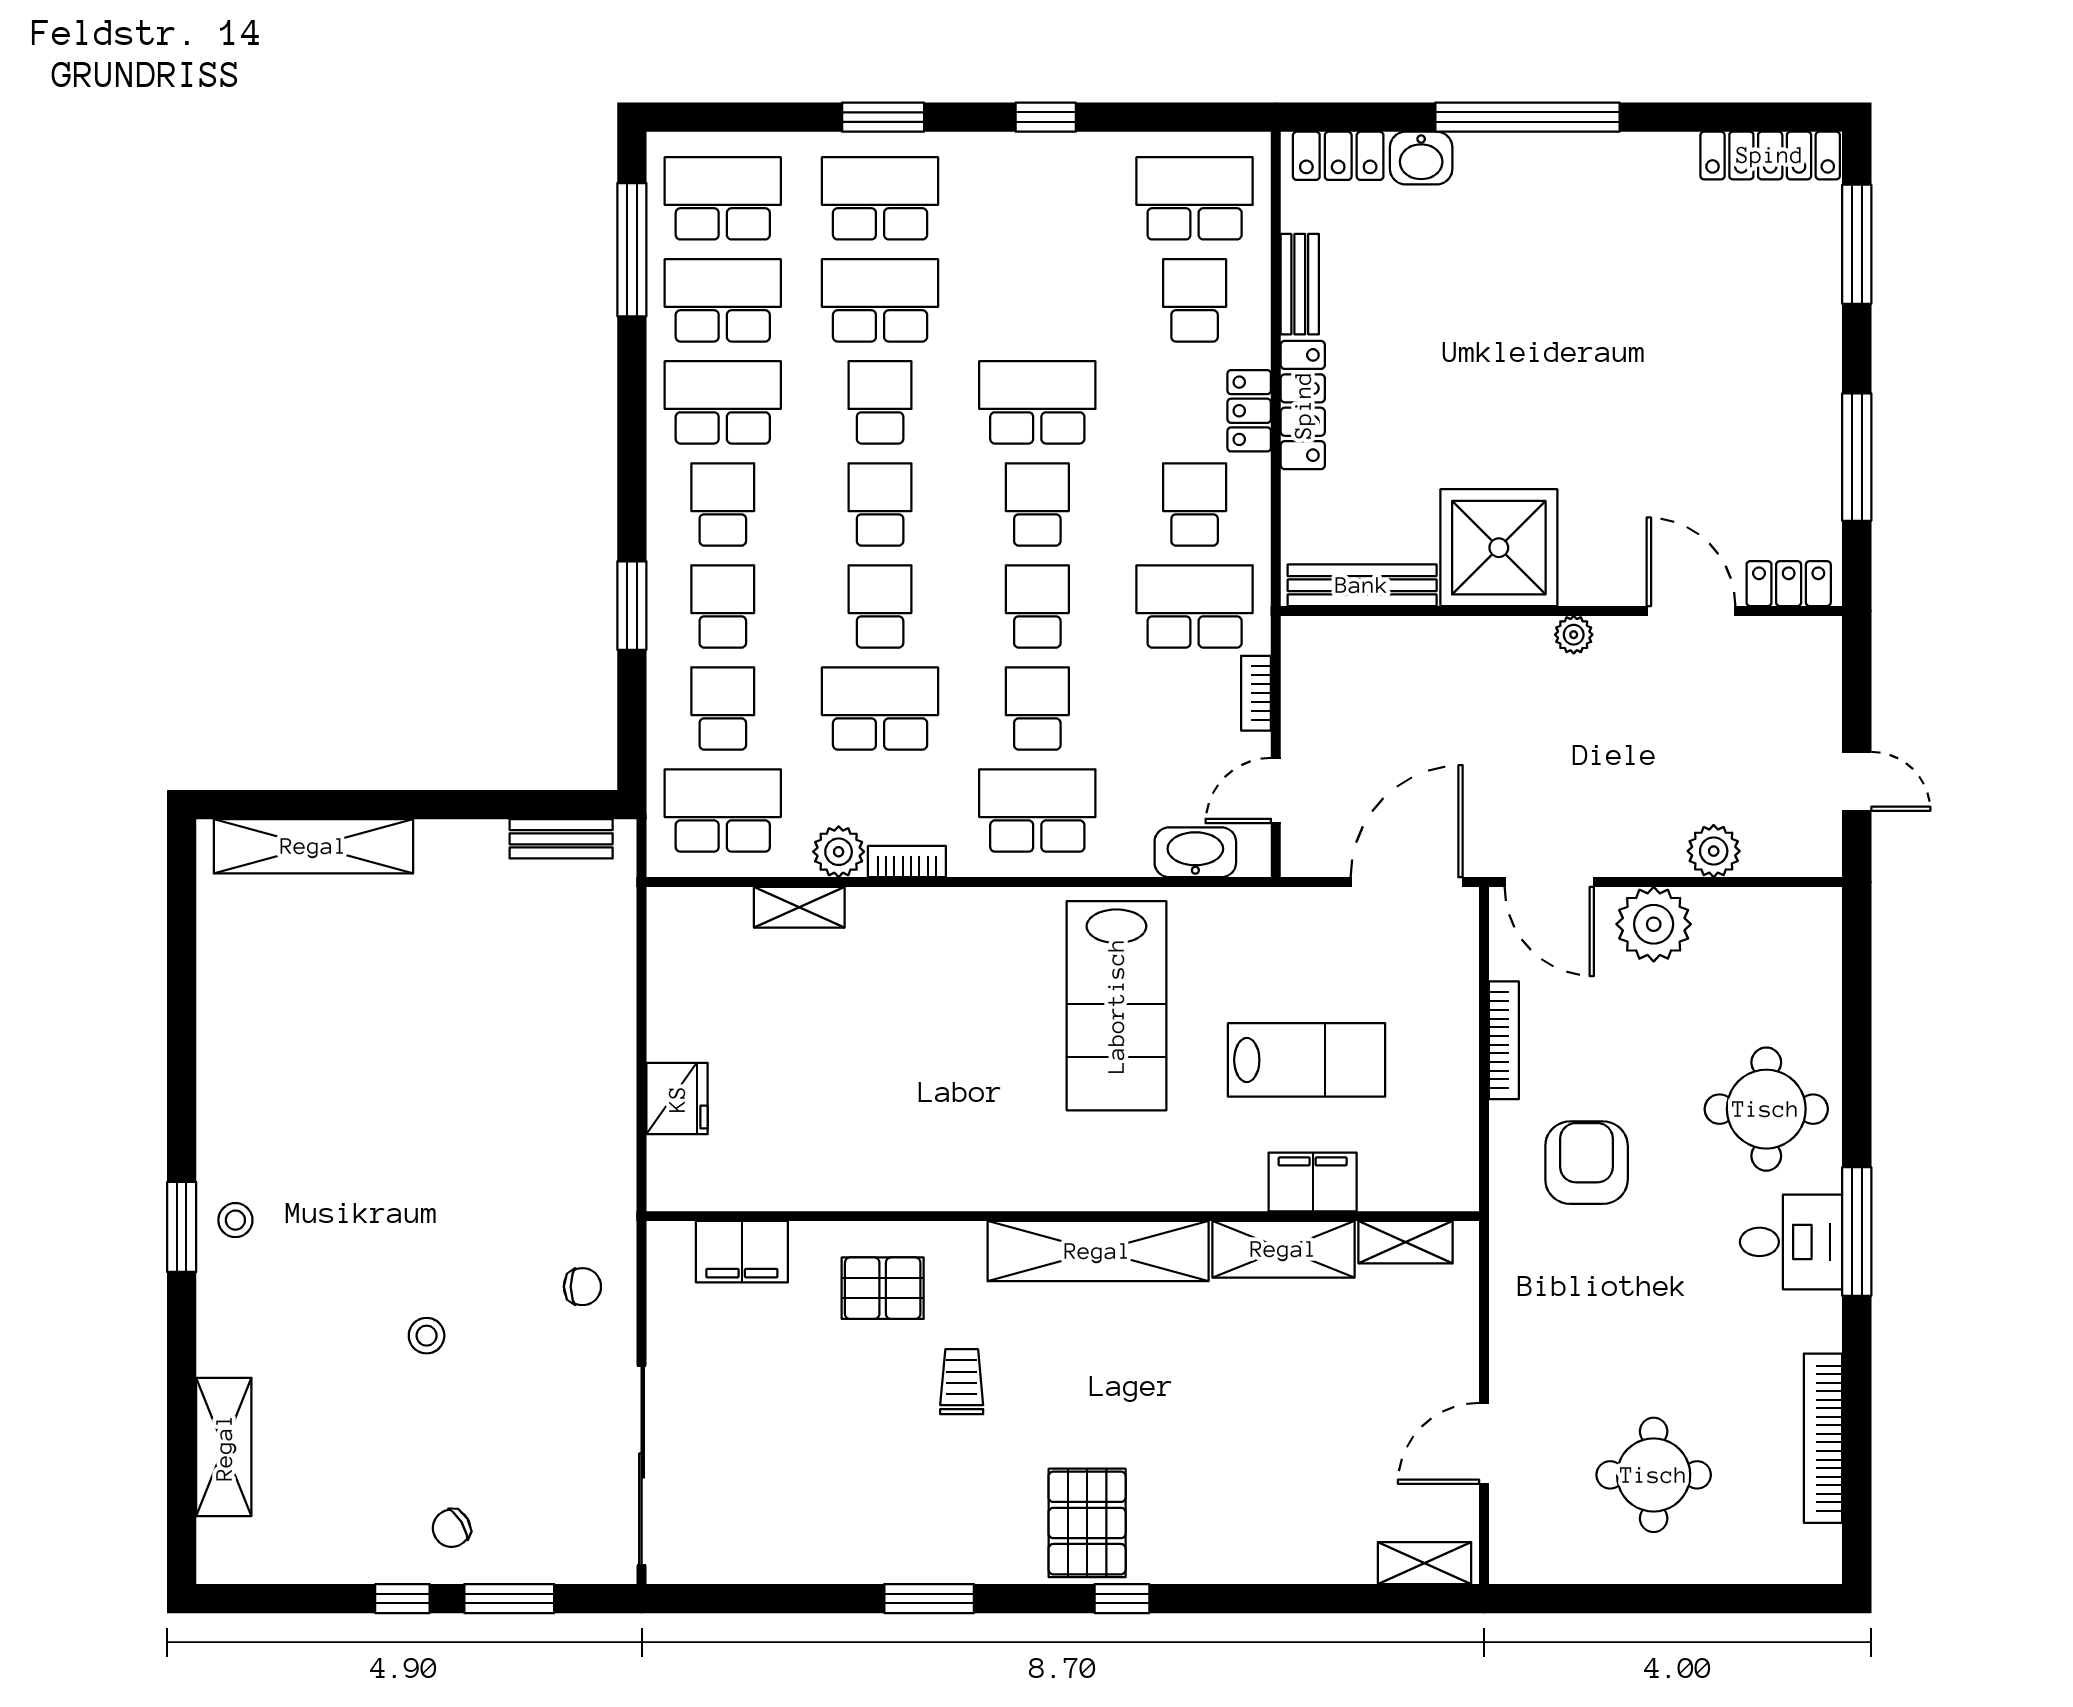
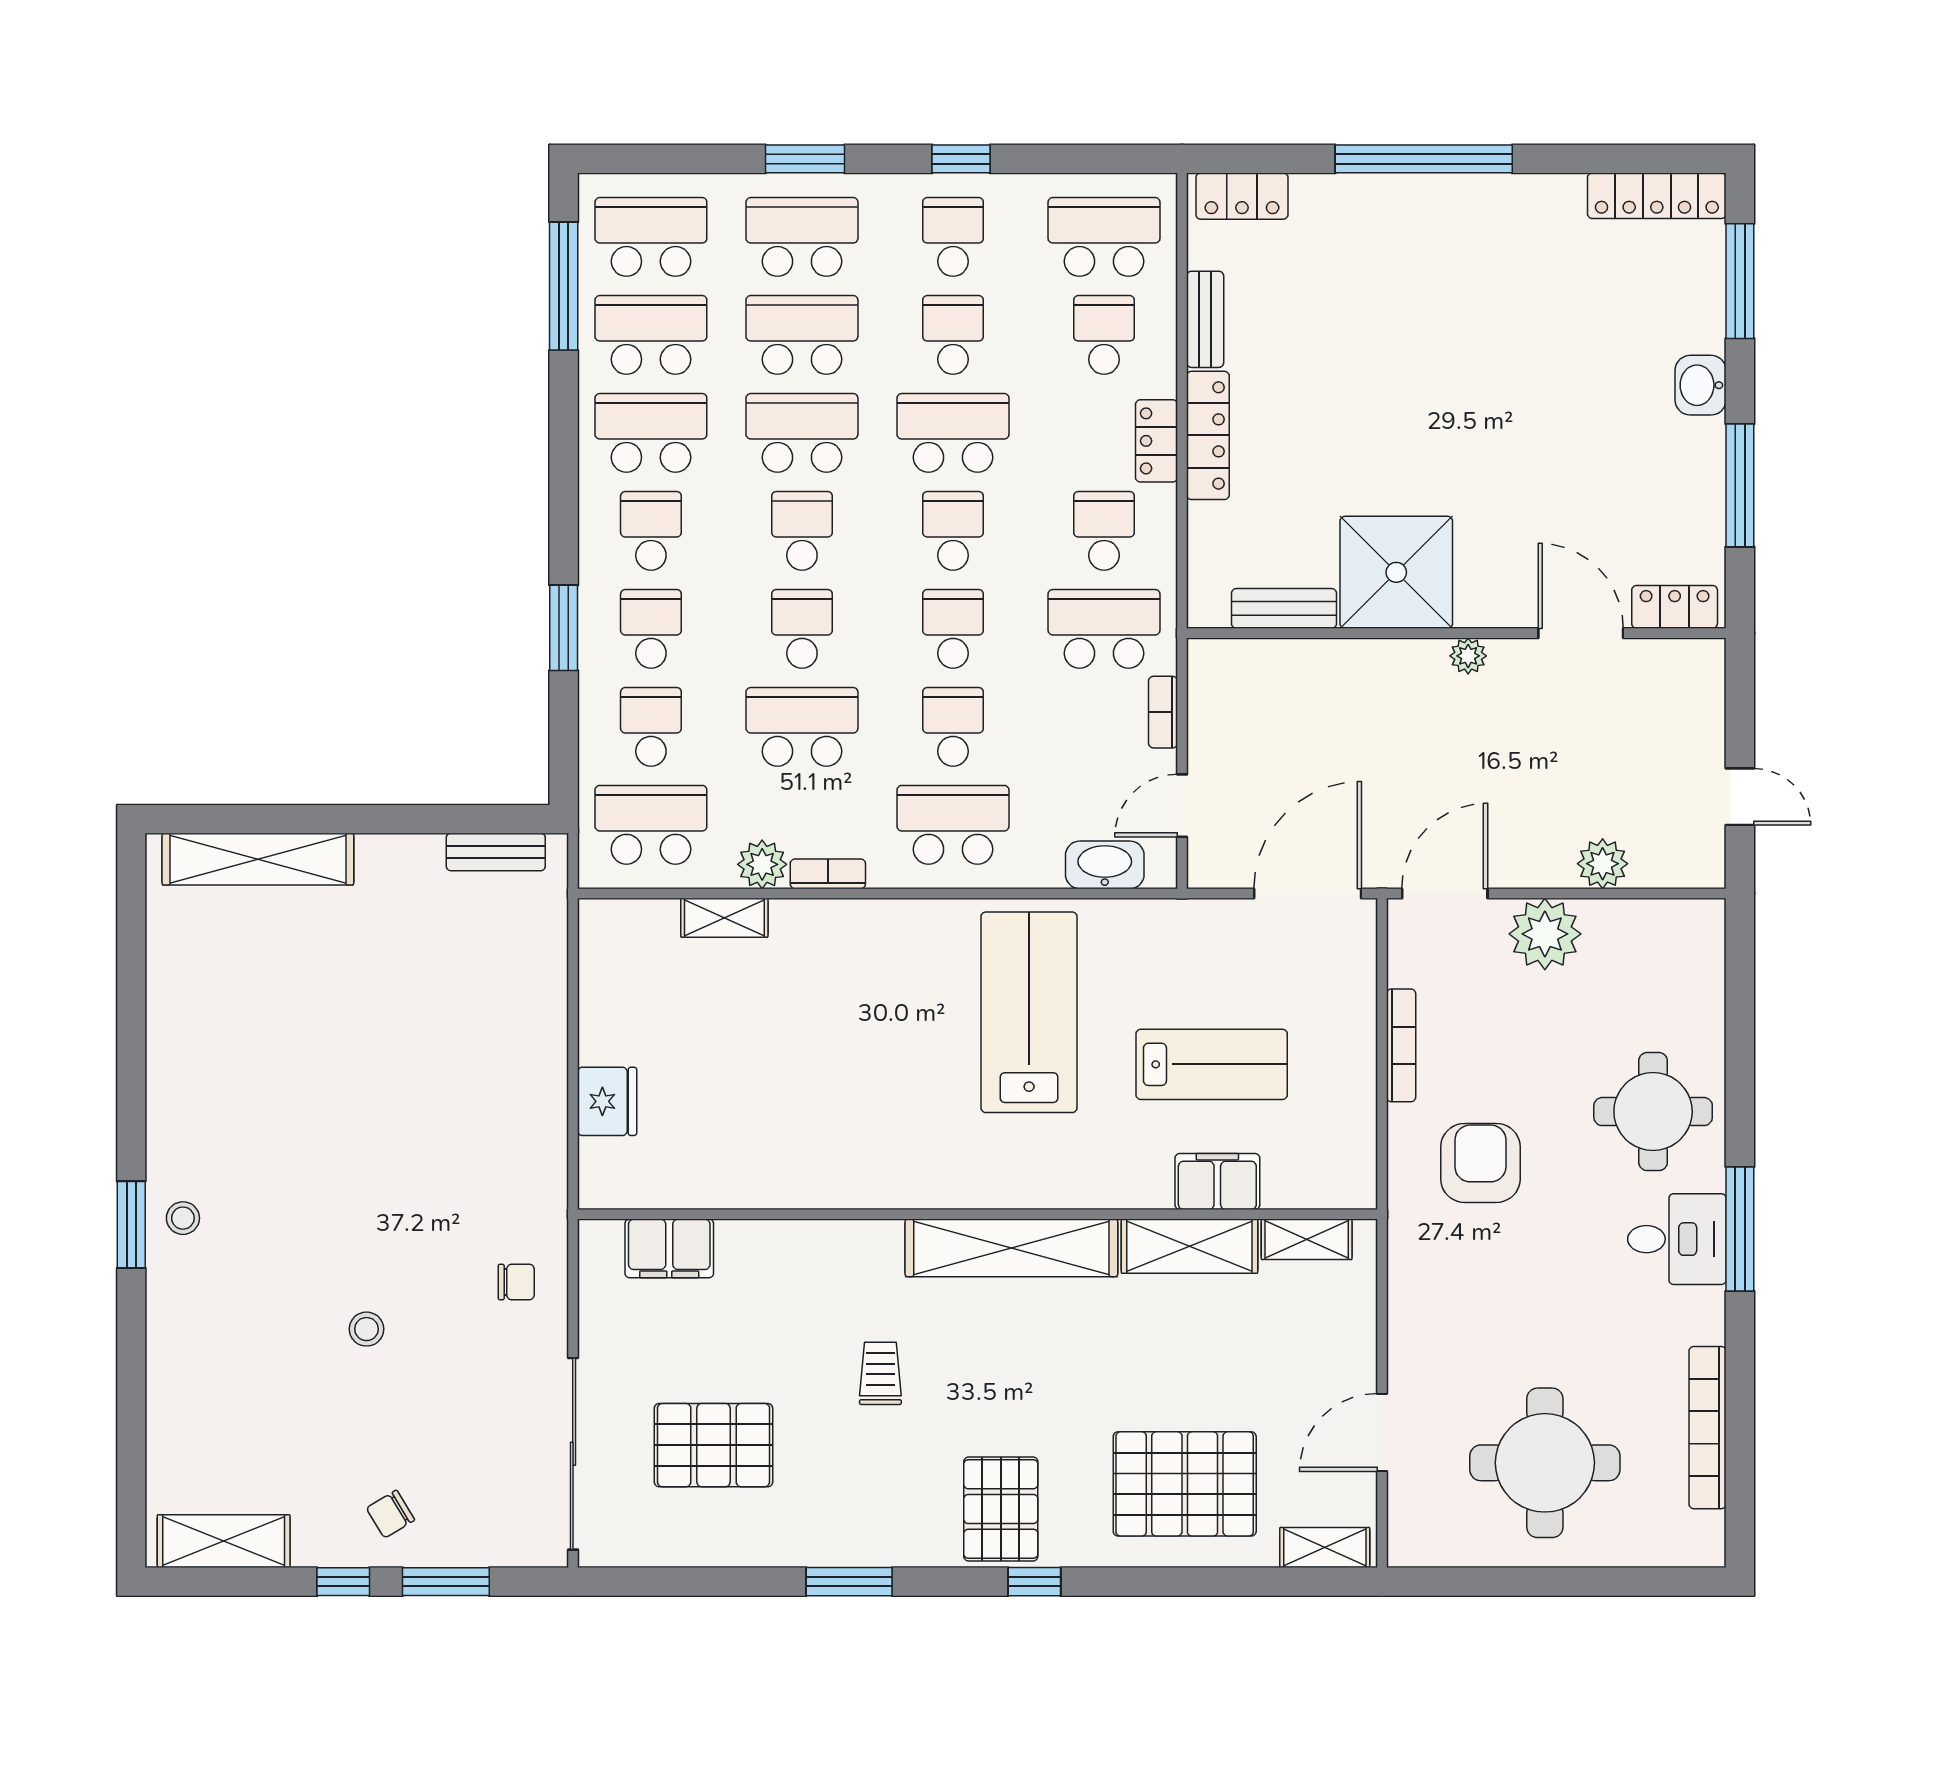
washbasin: (1421, 158) -> (1701, 385), moved, turned 90
school desk: (1037, 198) -> (953, 237), added
school desk: (1037, 300) -> (953, 335), added
school desk: (880, 402) -> (802, 433), width x1.85
bench: (1362, 585) -> (1284, 608), width x0.73
door: (1549, 882) -> (1445, 893), swing flipped
lab bench: (1116, 1006) -> (1029, 1012), turned 180
pallet: (883, 1288) -> (713, 1445), moved, width x1.50, depth x1.42
shelving: (224, 1447) -> (224, 1541), moved, turned 90
round table: (1654, 1475) -> (1545, 1463), width x1.36, depth x1.36
pallet: (1279, 1497) -> (1185, 1484), added

